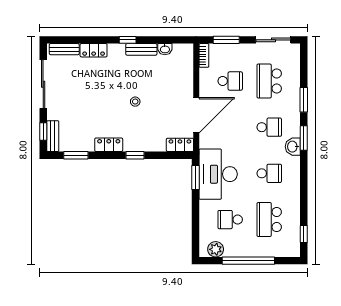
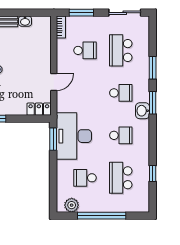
door: (196, 115) -> (54, 82), width x0.53
window: (304, 234) -> (153, 173), moved

